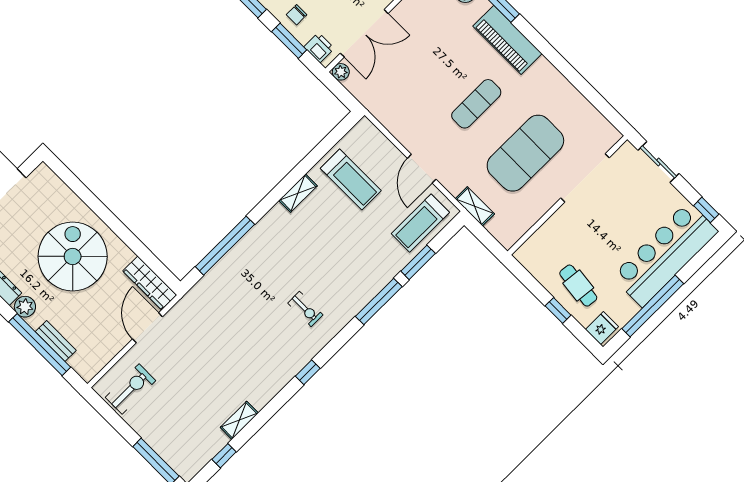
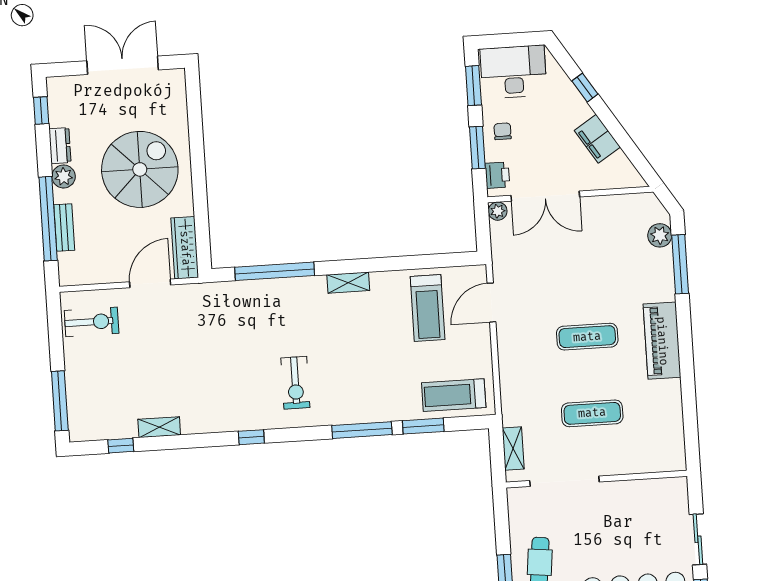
chair: (297, 15) -> (503, 131), turned 90
piano: (507, 40) -> (662, 341), moved
exercise mat: (525, 153) -> (592, 413), width x0.50, depth x0.69
sliding door: (658, 162) -> (698, 539), moved
door: (422, 169) -> (491, 303), moved
doorway: (585, 178) -> (564, 481), moved
shelving: (298, 193) -> (348, 283), moved
shelving: (475, 206) -> (513, 449), moved
exercise bike: (305, 309) -> (295, 383), width x1.38, depth x1.39

